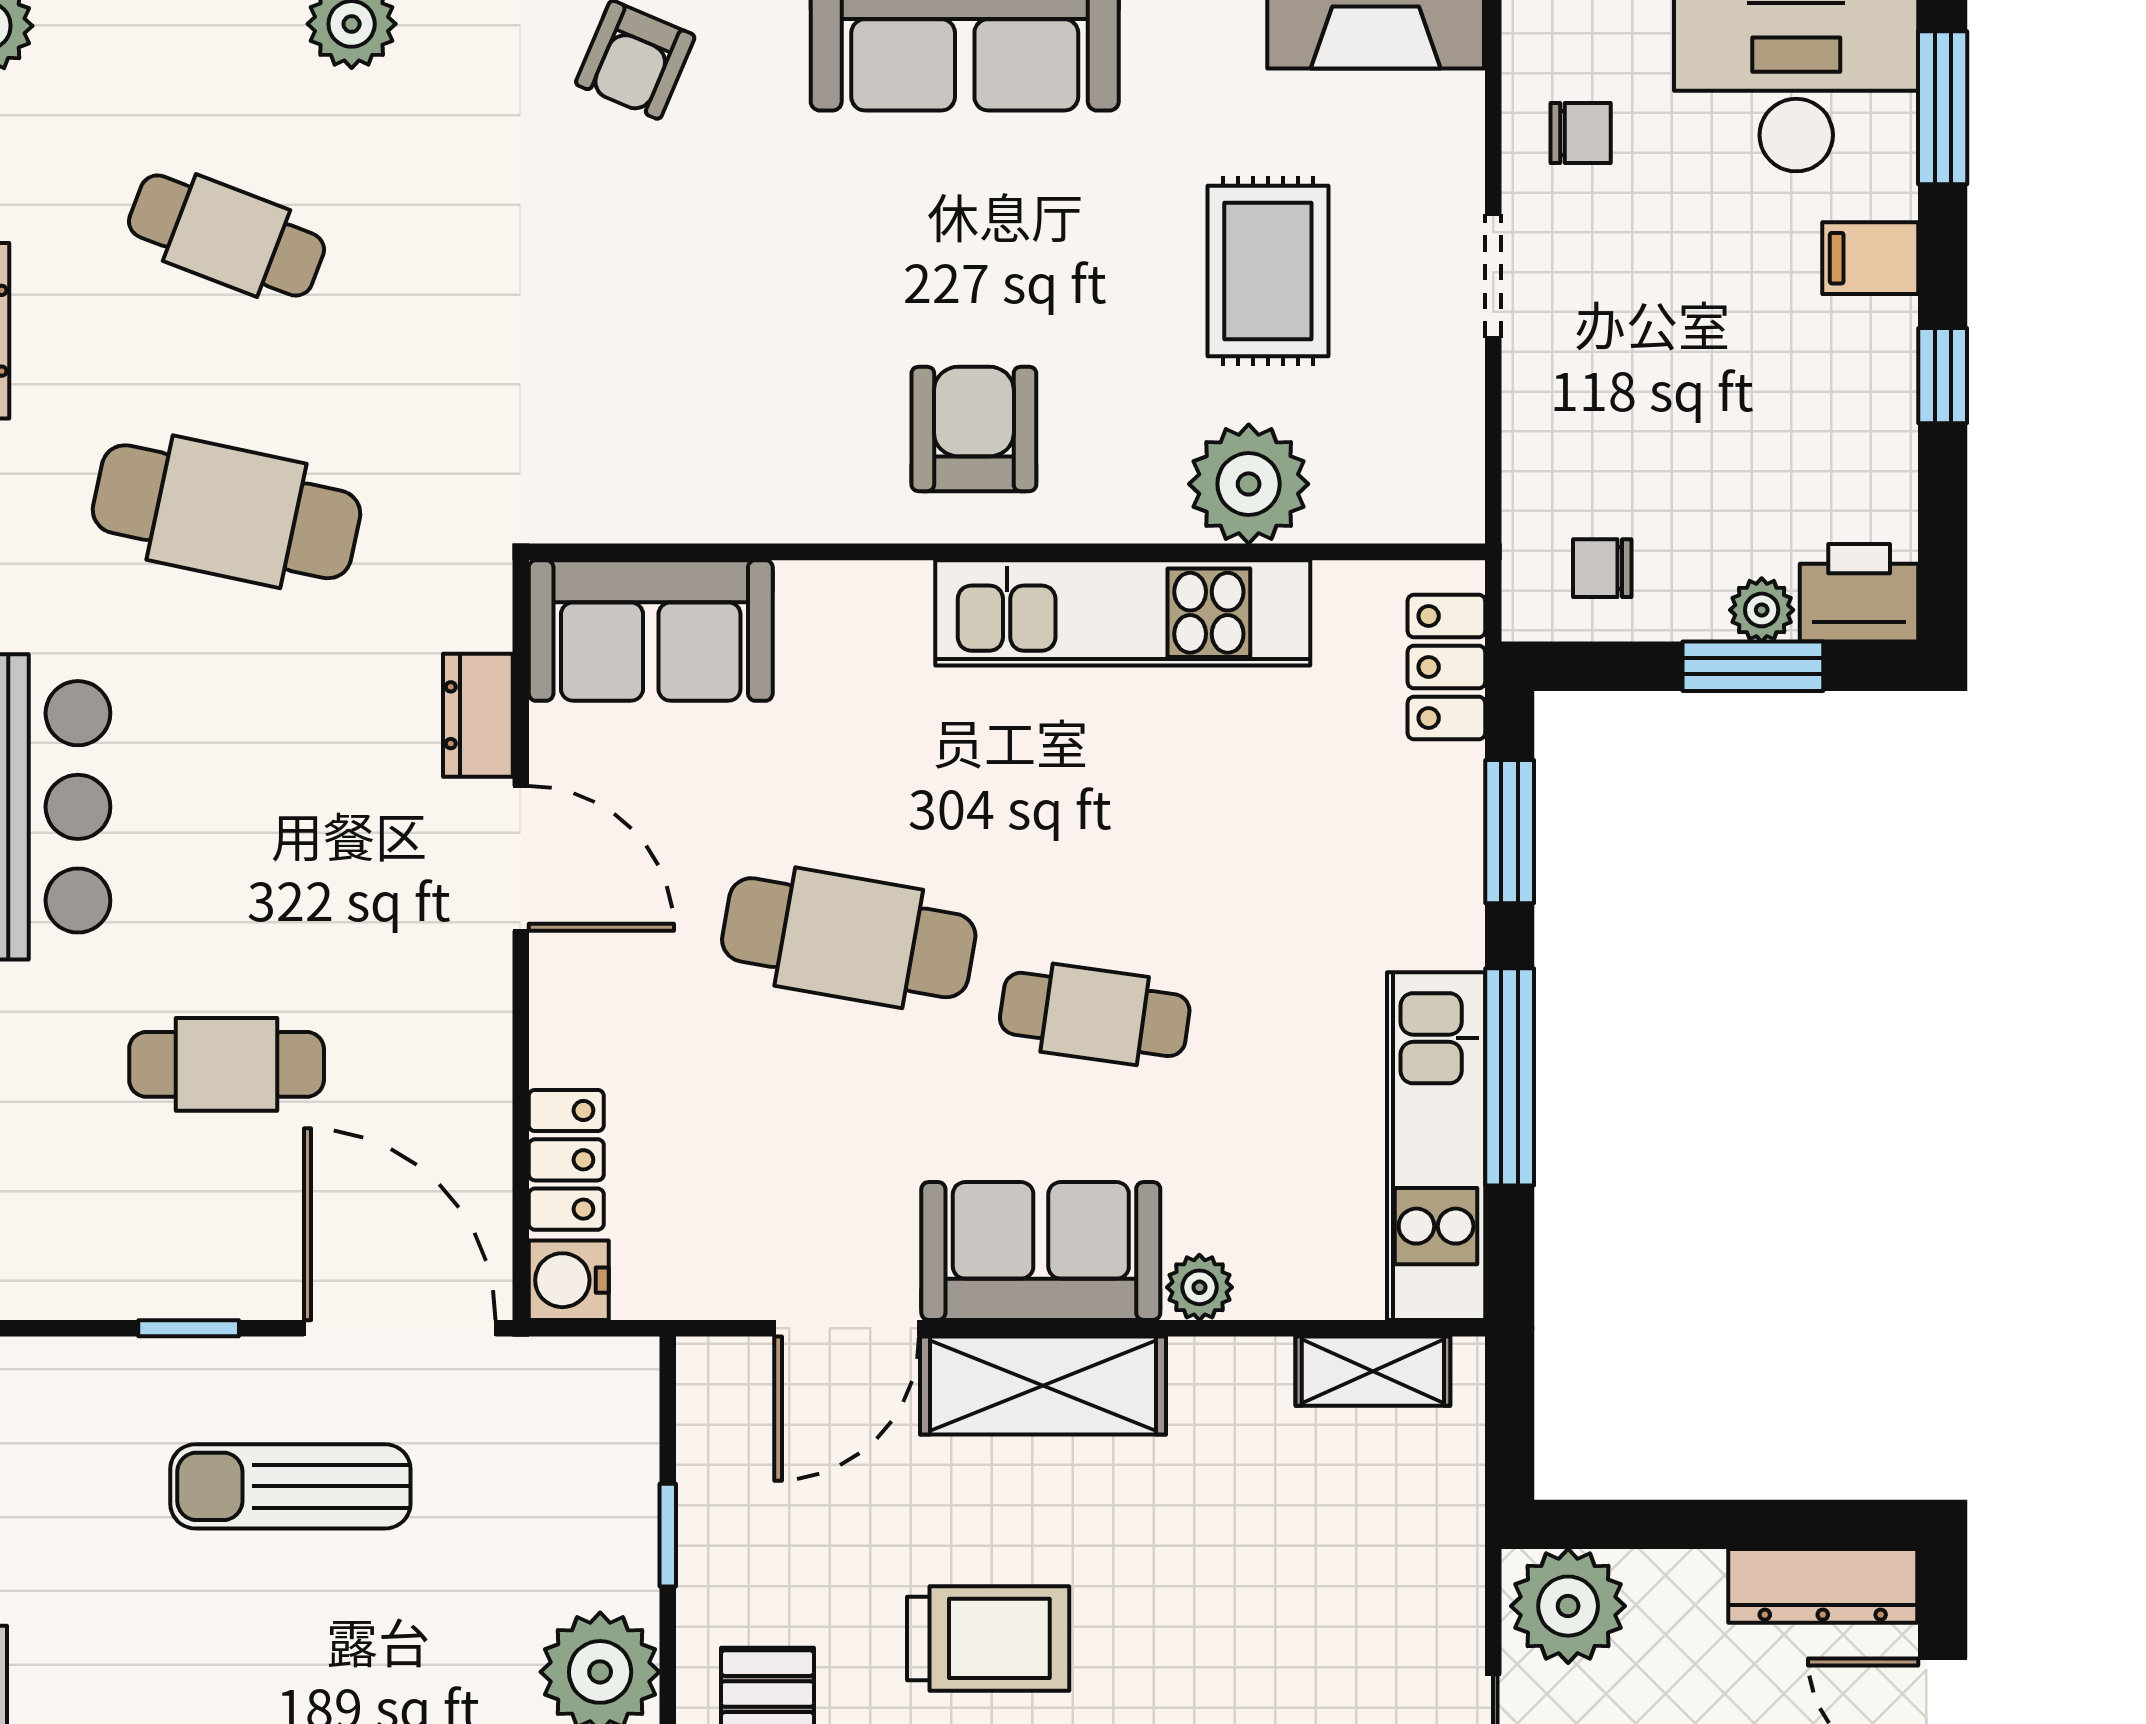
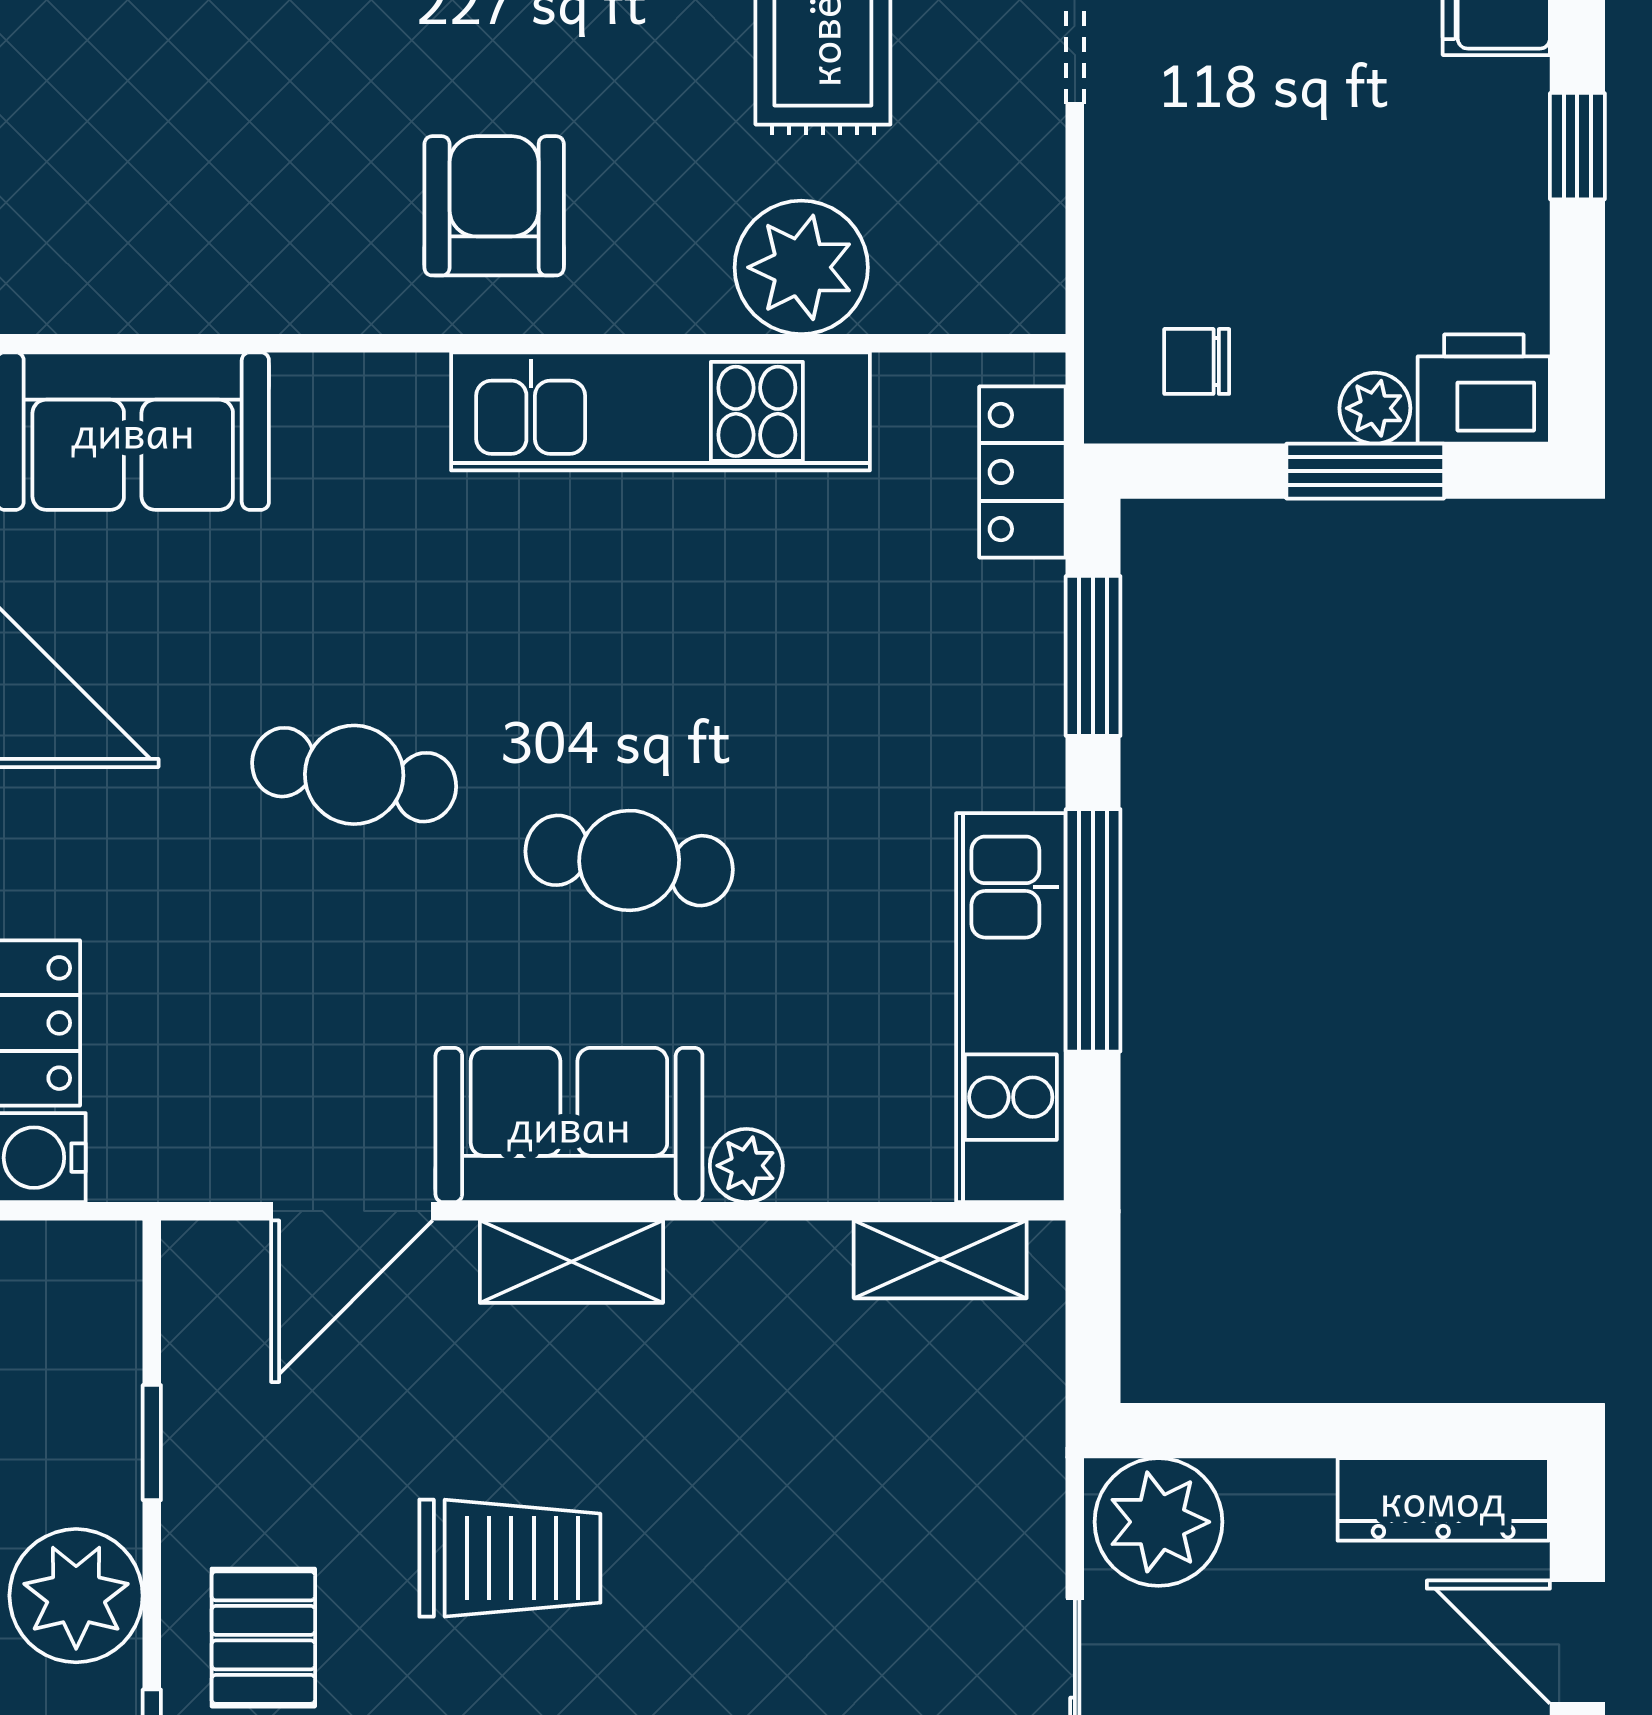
cafe table: (849, 938) -> (354, 775), width x0.73, depth x0.74
shelving: (1043, 1386) -> (571, 1262), width x0.67, depth x0.75

